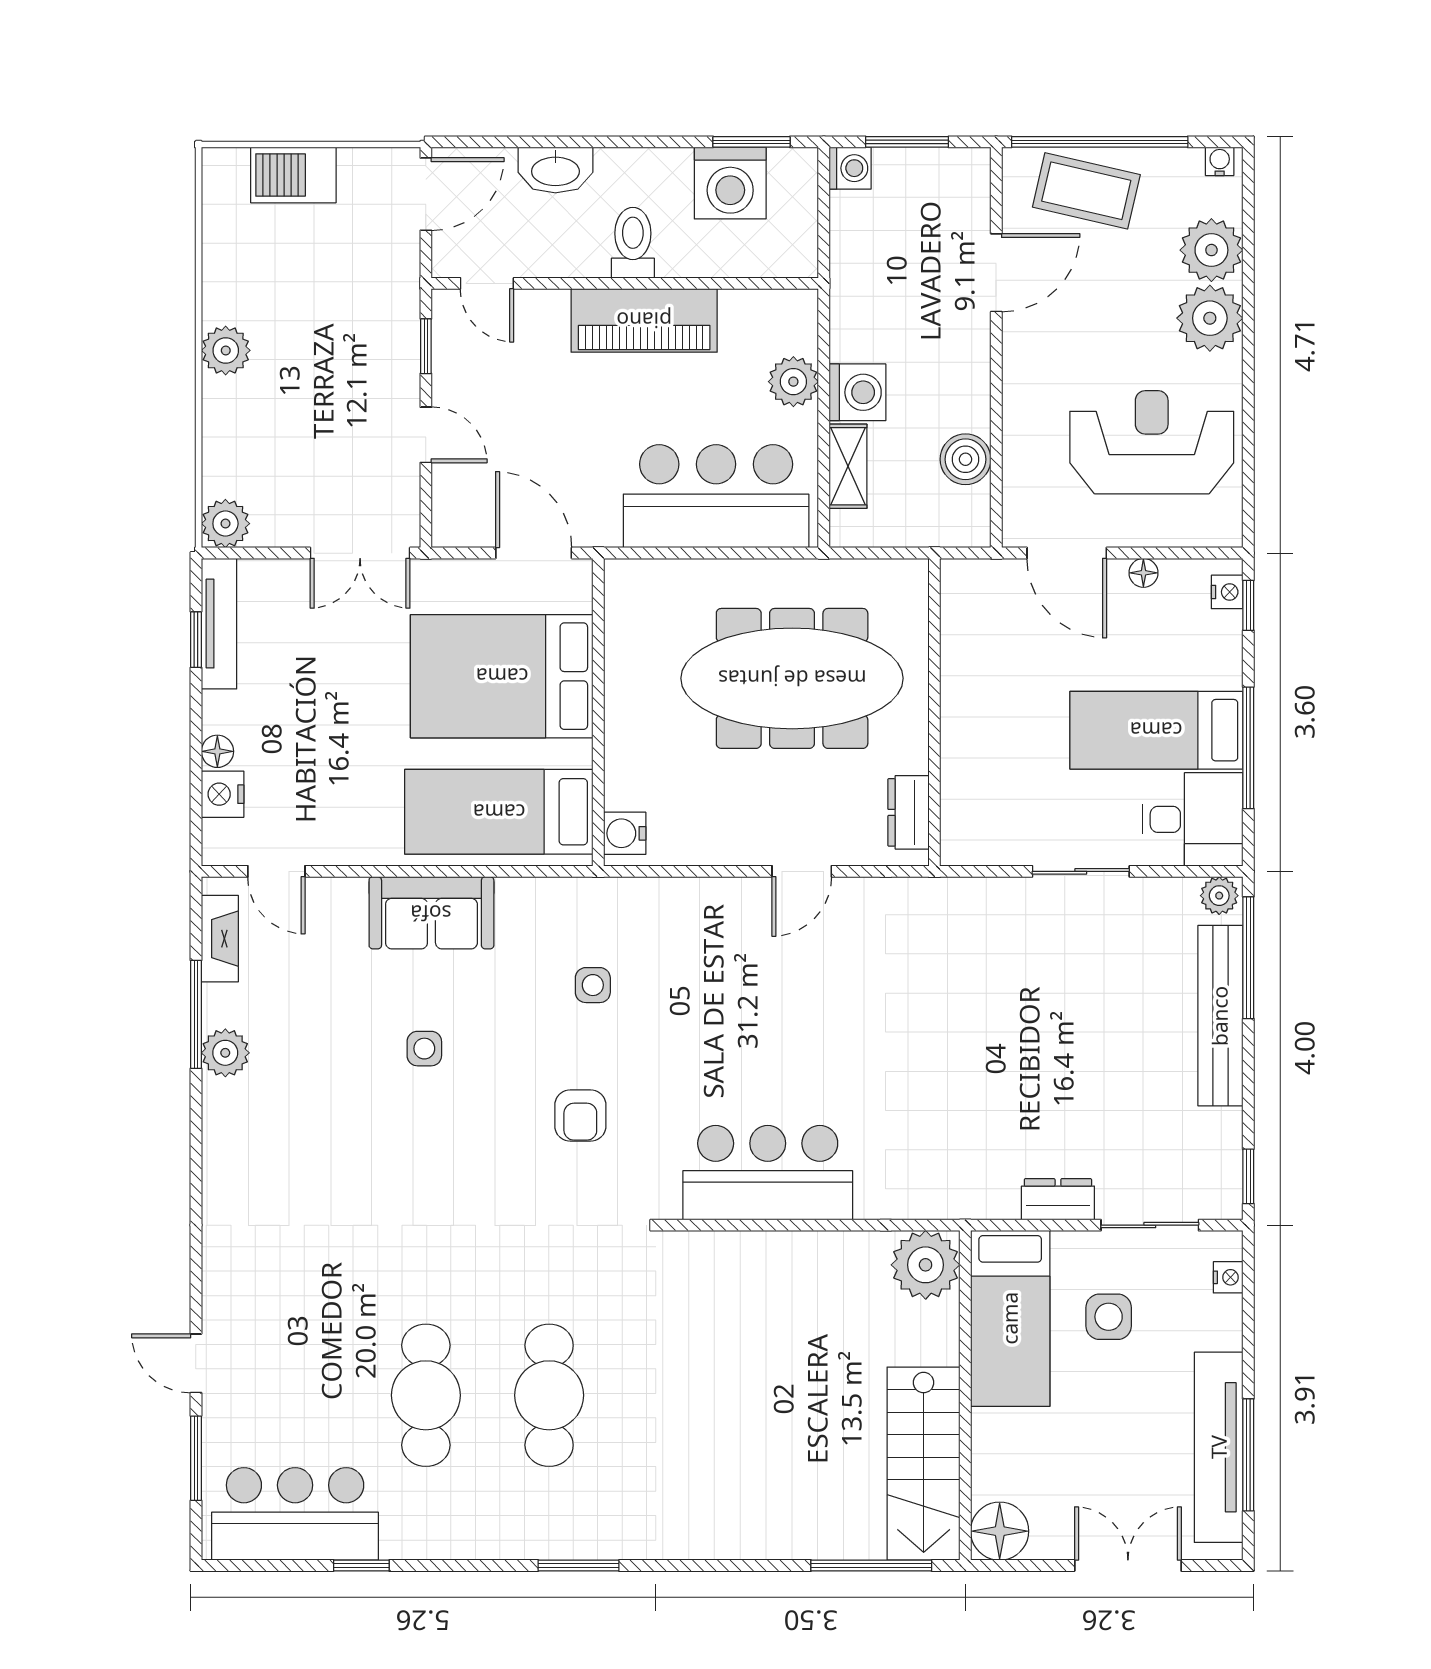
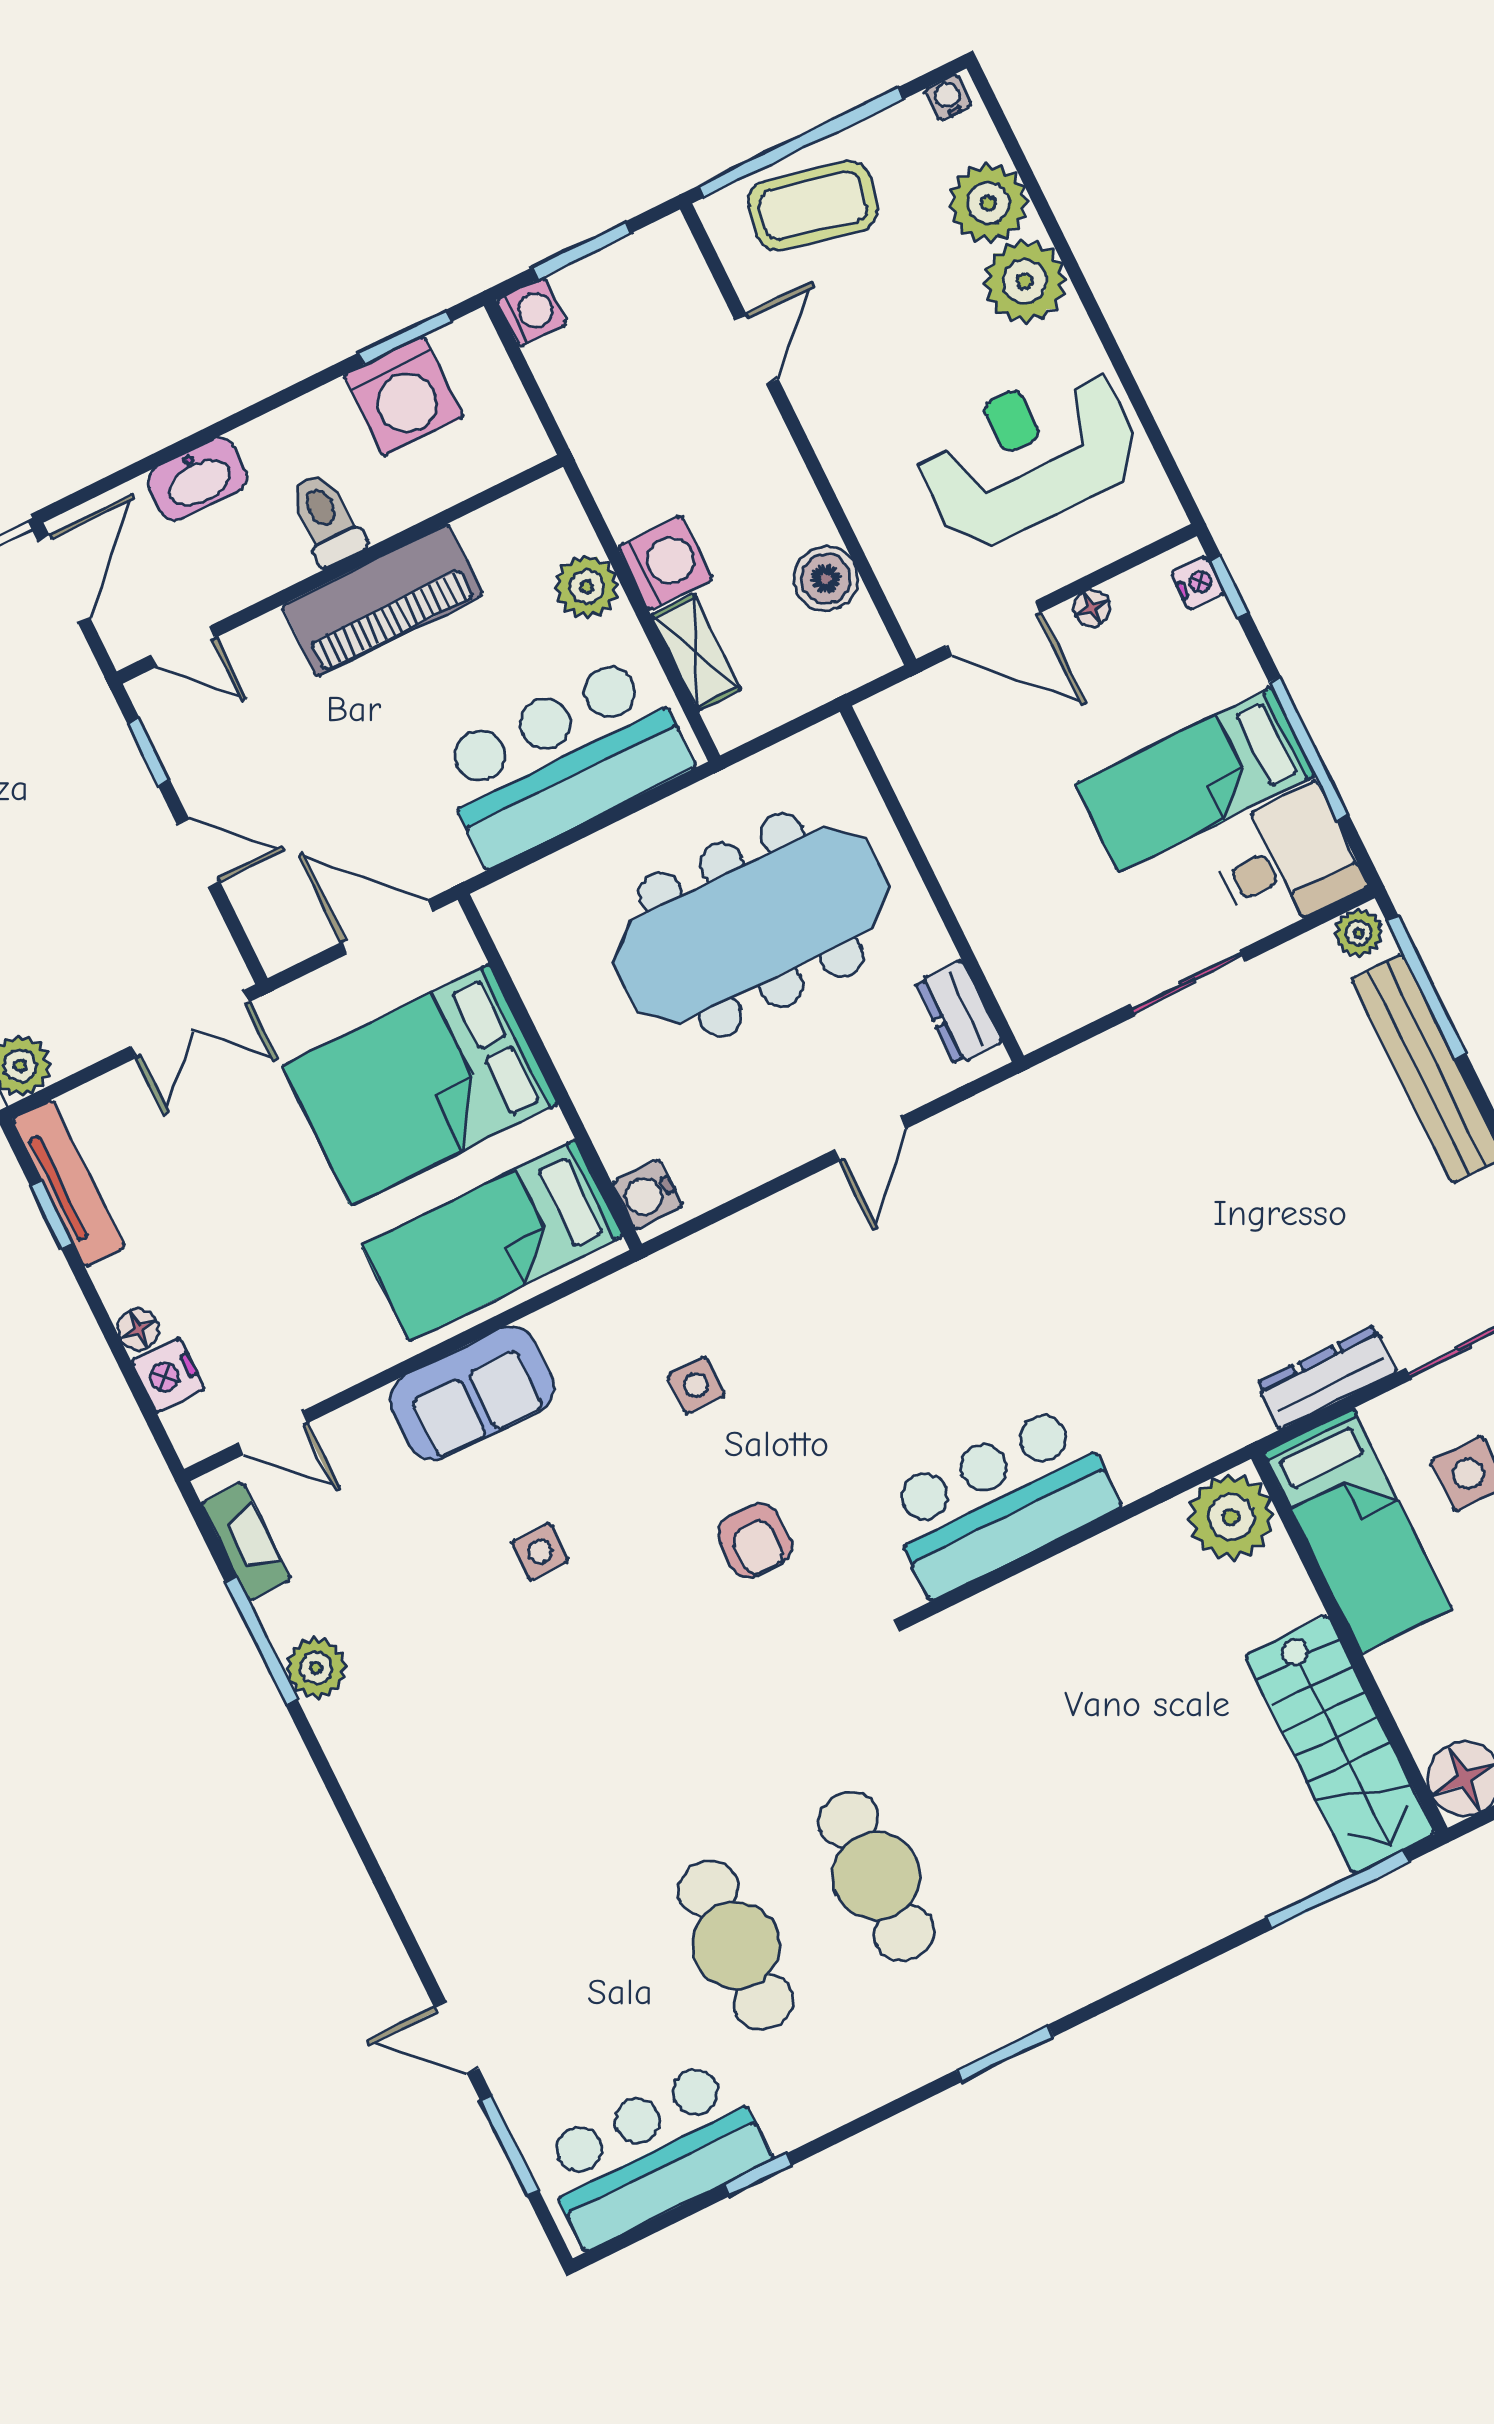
door: (996, 273) -> (756, 349), width x0.73
dresser: (1058, 1199) -> (1327, 1377), width x1.44

